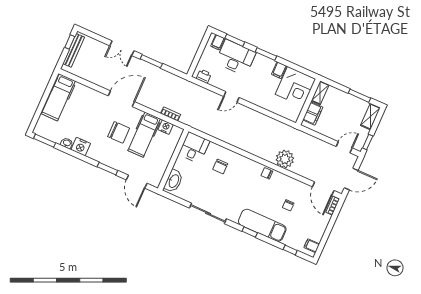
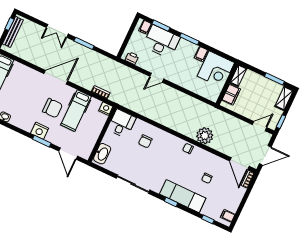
nightstand: (166, 127) -> (106, 109), moved
nightstand: (81, 147) -> (40, 131), moved

